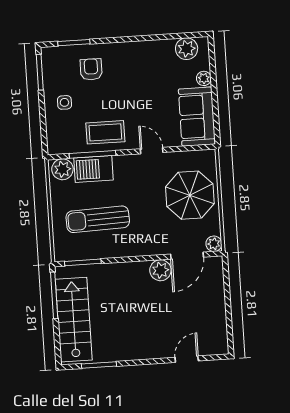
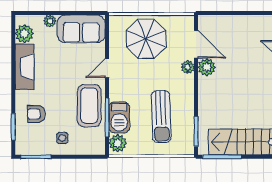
fireplace: (147, 52) -> (24, 67), added
coffee table: (105, 132) -> (89, 106), width x1.36, depth x1.32
plant: (214, 244) -> (188, 67), moved

